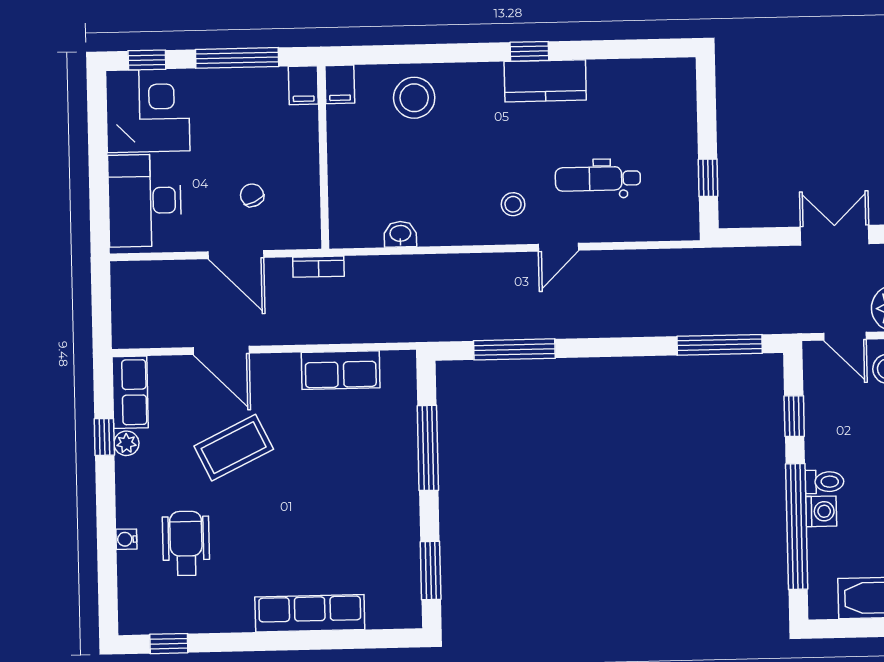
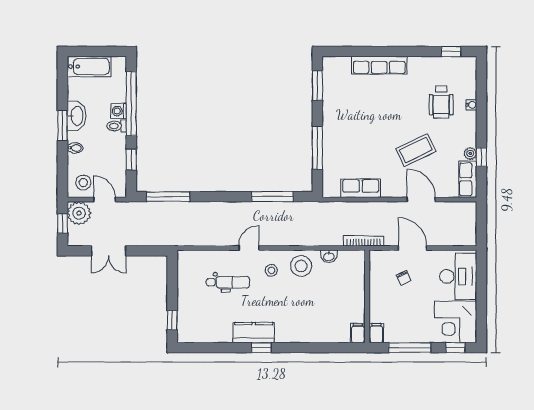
stool: (414, 98) -> (301, 266), moved
window: (708, 178) -> (172, 320), moved
bookcase: (318, 267) -> (364, 241), width x1.56

